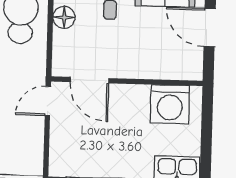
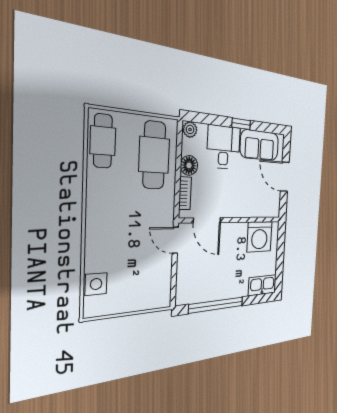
bookcase: (59, 49) -> (185, 193), added
door: (48, 101) -> (175, 240), hinge flipped

